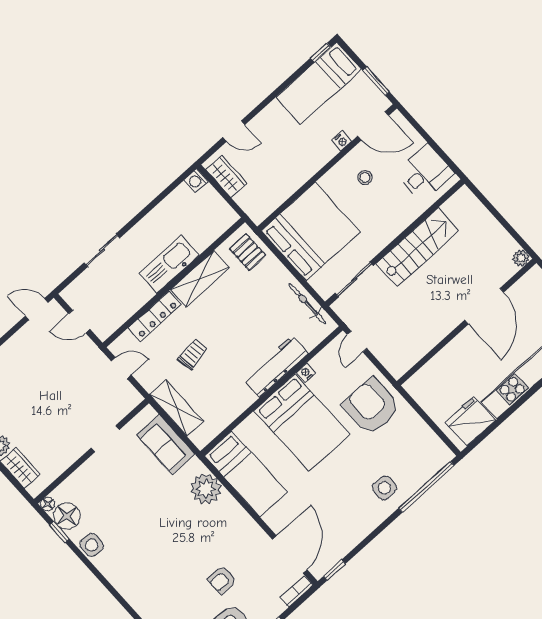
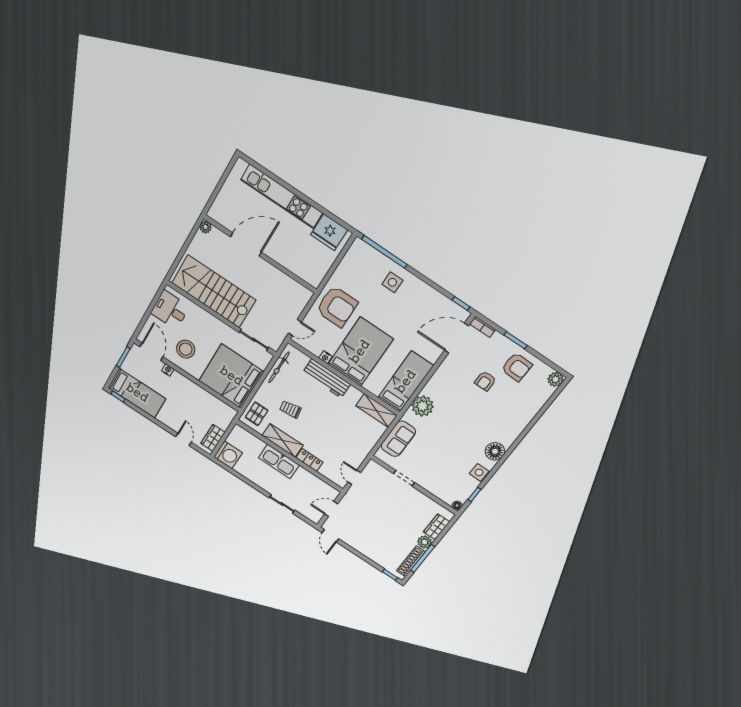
stool: (365, 177) -> (186, 349), width x1.89, depth x1.89
washing machine: (196, 181) -> (228, 455), width x1.89, depth x1.89
stairs: (418, 247) -> (214, 291), width x1.36, depth x1.51
locker: (155, 316) -> (309, 460), width x0.66
door: (79, 322) -> (331, 509), swing flipped
trolley: (193, 354) -> (290, 409), moved
armchair: (371, 406) -> (337, 307), turned -90
shelving: (176, 408) -> (376, 411), moved, turned 90
floor lamp: (67, 516) -> (495, 451), moved
armchair: (222, 580) -> (485, 381), turned 90

